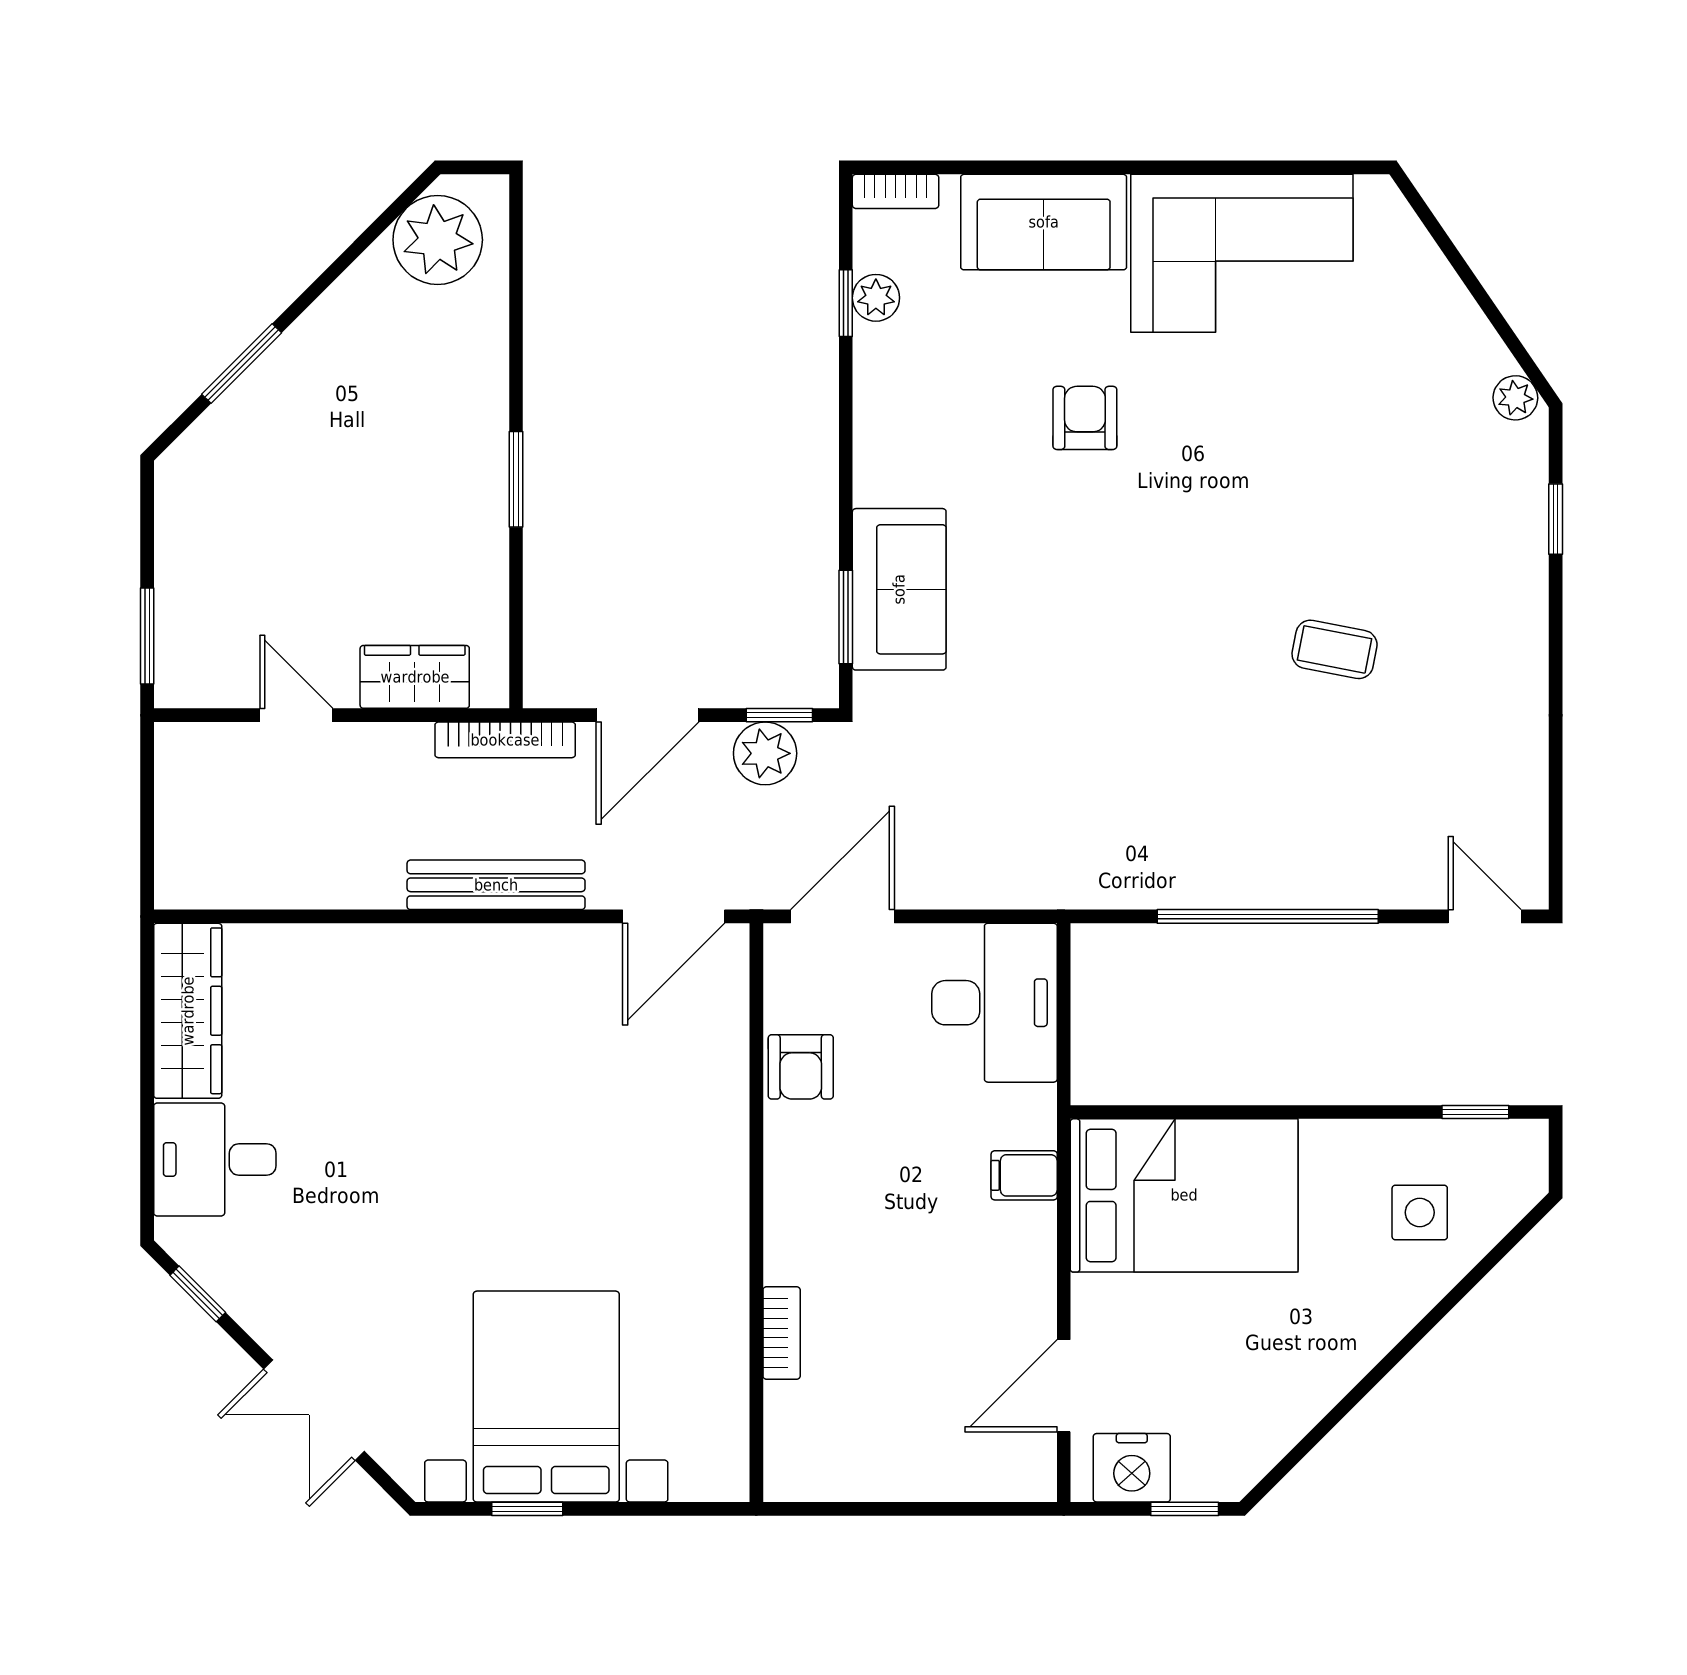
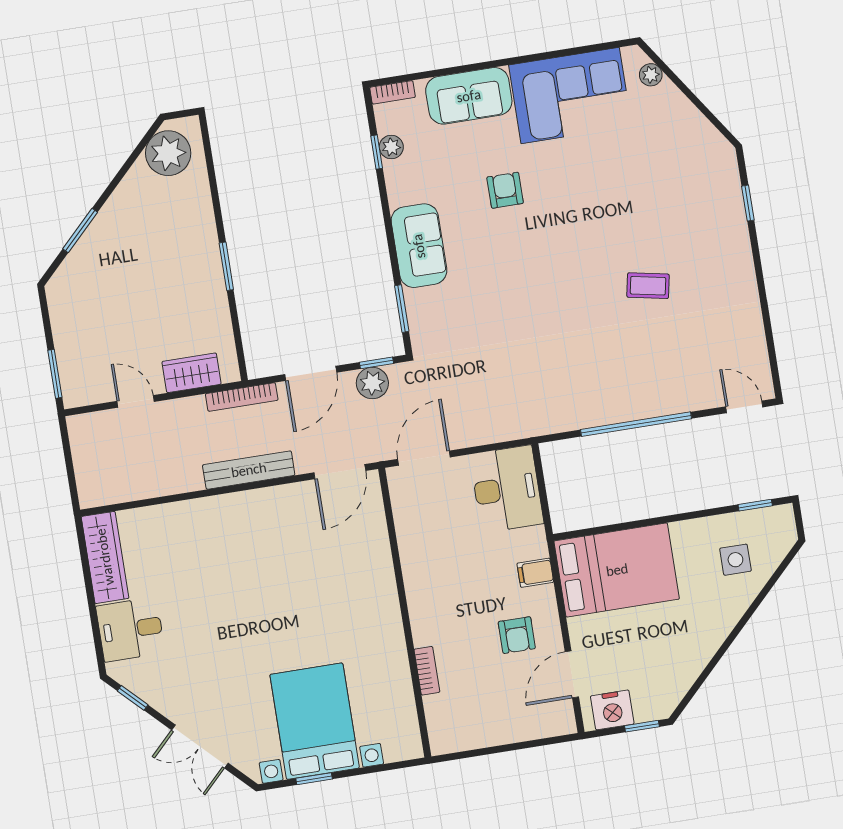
plant: (1515, 398) -> (651, 75), moved
sofa: (899, 589) -> (419, 246), moved
armchair: (801, 1067) -> (517, 635), moved

